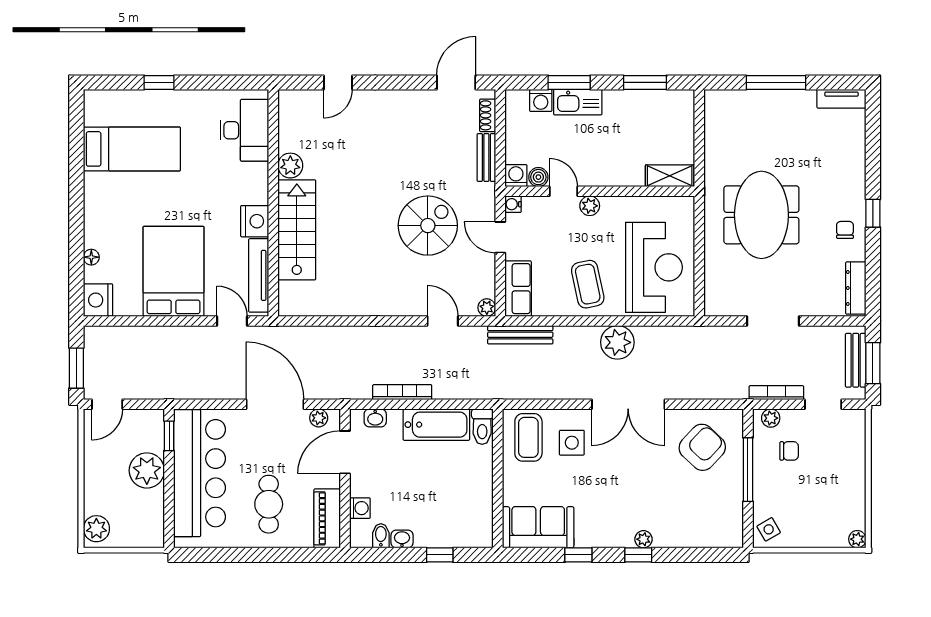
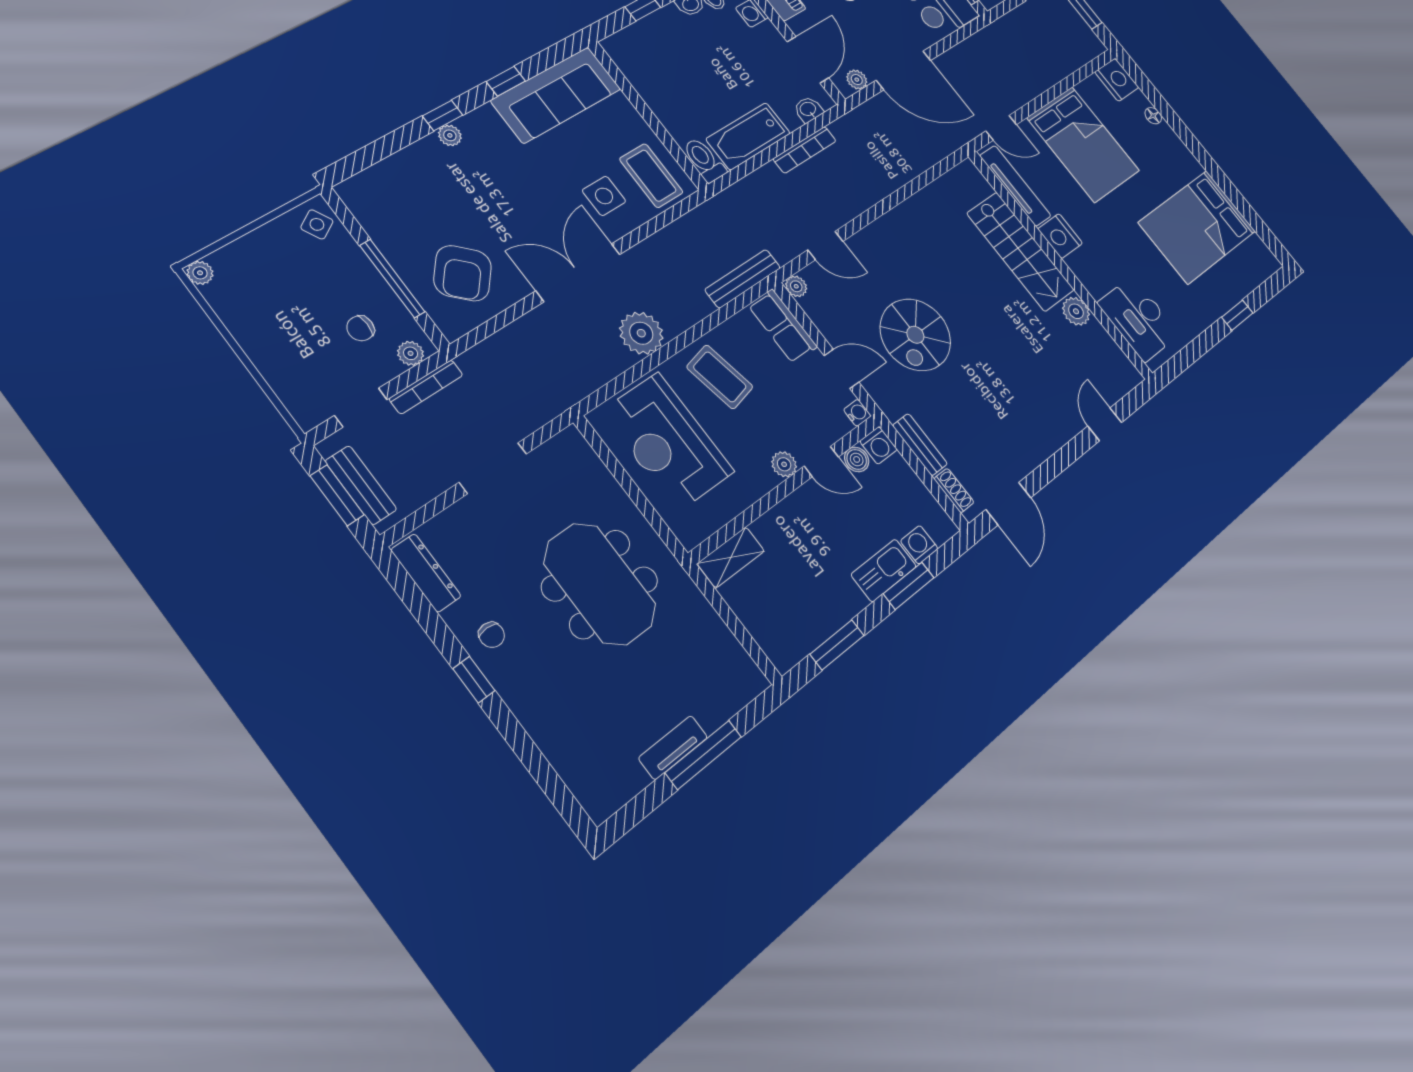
tv unit: (841, 99) -> (673, 748), moved
bed: (132, 149) -> (1197, 227), width x1.50
sofa: (538, 527) -> (556, 95), width x1.36

